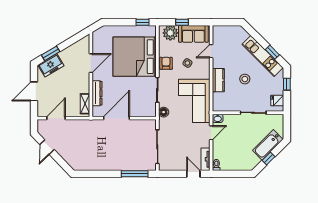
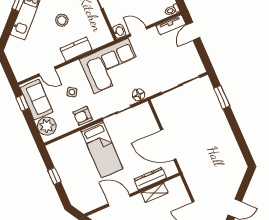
window: (143, 22) -> (54, 176), moved
window: (182, 22) -> (22, 103), moved
bed: (135, 57) -> (102, 149), width x0.49
shelving: (85, 104) -> (154, 193), moved
window: (135, 174) -> (222, 97), width x0.69

